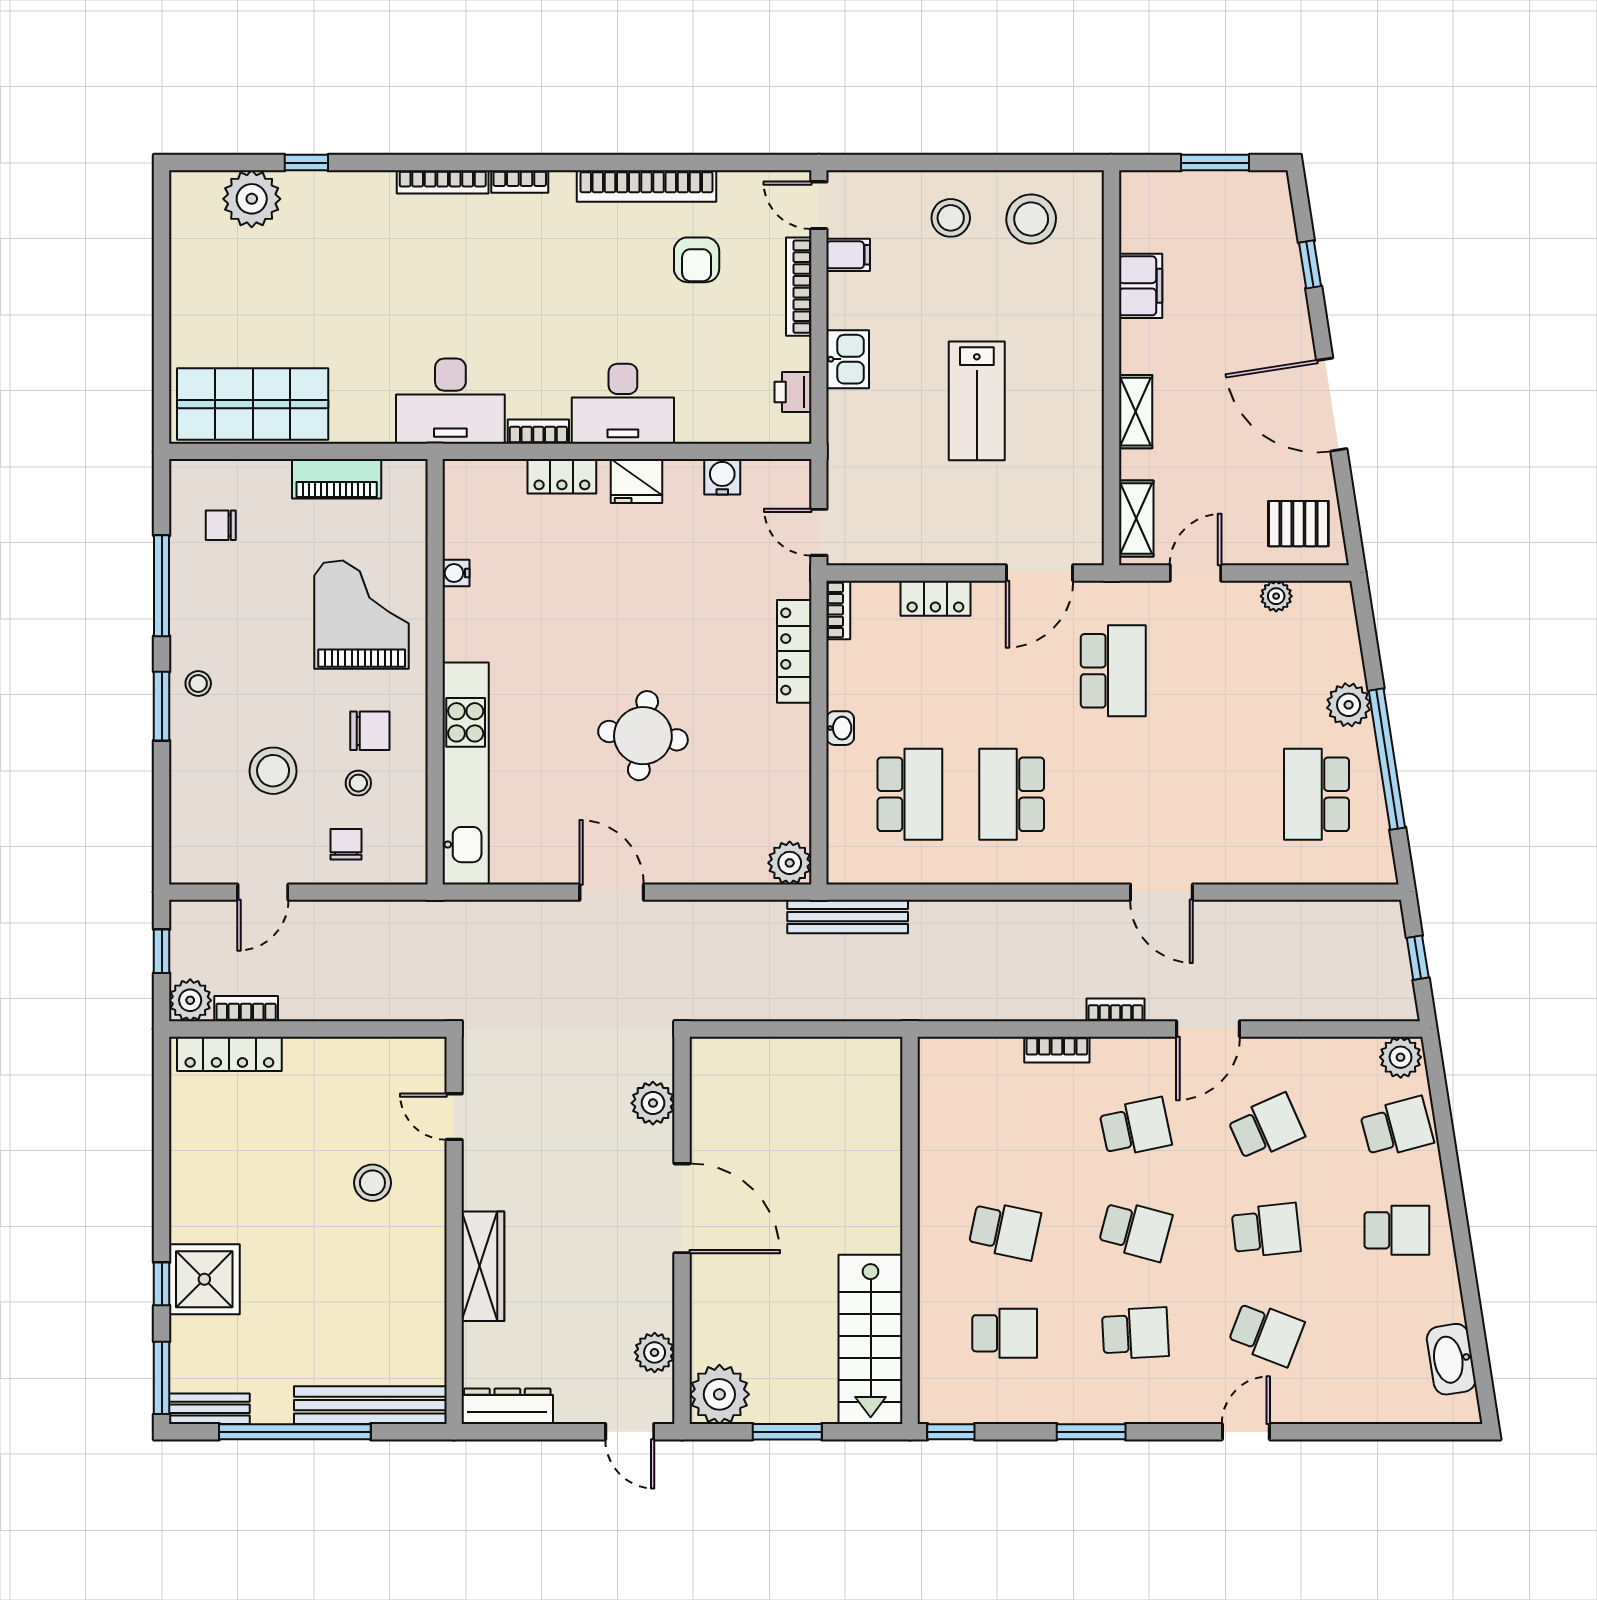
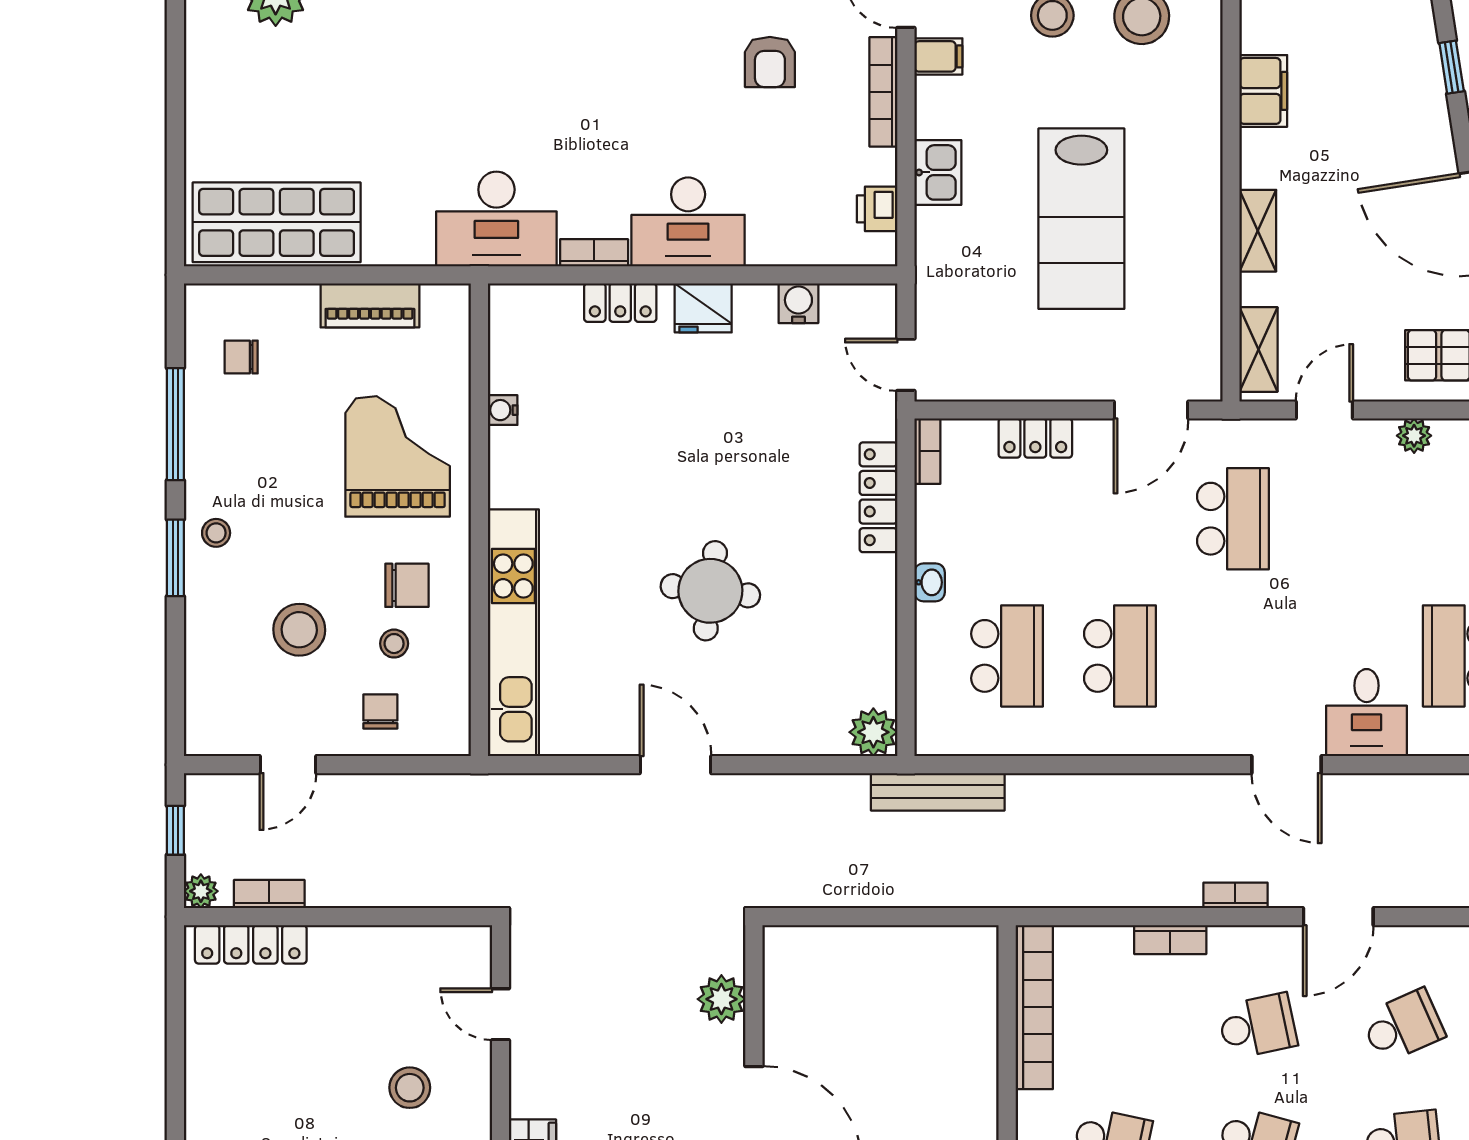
lab bench: (977, 401) -> (1081, 219), width x1.36, depth x1.39
school desk: (1012, 794) -> (1120, 656), turned 180
desk: (1233, 845) -> (1367, 713), added
plant: (190, 1000) -> (201, 891), width x0.73, depth x0.73
bookcase: (934, 1110) -> (1034, 1007), added

